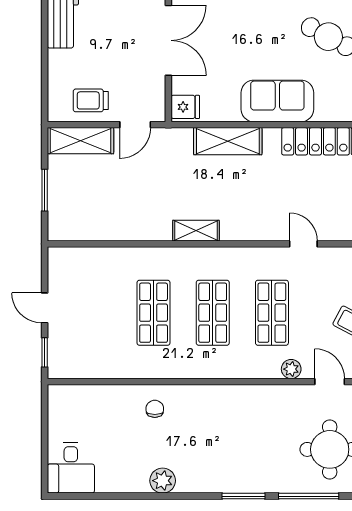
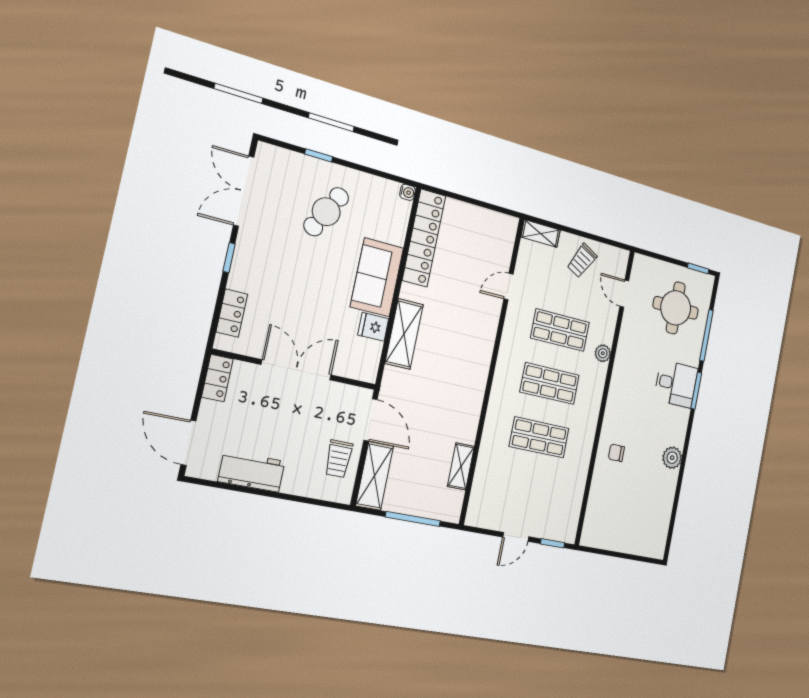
fridge: (185, 107) -> (373, 327), moved, turned -90
door: (135, 125) -> (371, 420), width x1.38
window: (45, 190) -> (413, 519), width x1.44
shelving: (196, 231) -> (461, 466), moved
plant: (291, 369) -> (603, 353), moved
door: (330, 382) -> (624, 294), hinge flipped
desk: (71, 468) -> (676, 384), moved

